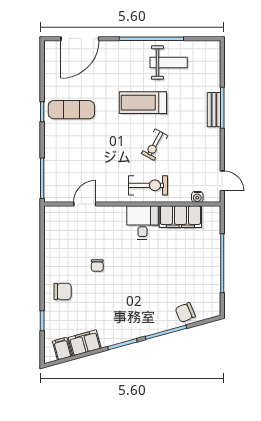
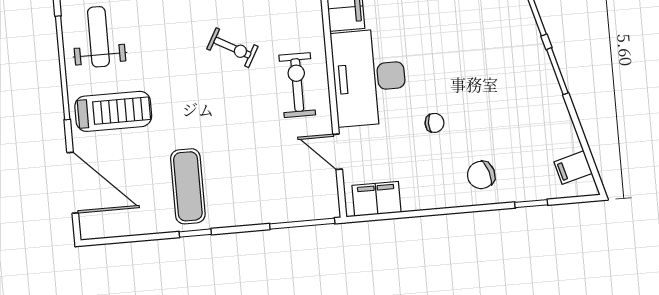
treadmill: (143, 103) -> (113, 111), moved, turned -90
exercise bike: (148, 185) -> (297, 85), moved
desk: (142, 223) -> (369, 77), width x1.87, depth x1.30
chair: (63, 291) -> (481, 175), turned -107
filing cabinet: (85, 343) -> (377, 199), moved, turned 105

